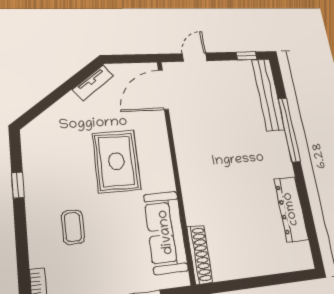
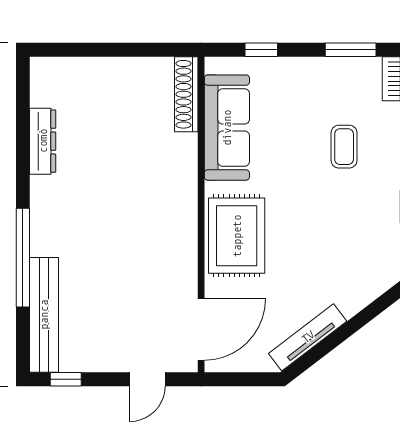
tv unit: (93, 82) -> (308, 337), width x1.41
rug: (116, 161) -> (237, 236), moved
dresser: (291, 209) -> (43, 141), width x0.73, depth x0.80

